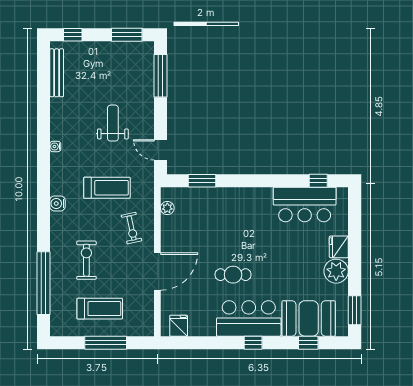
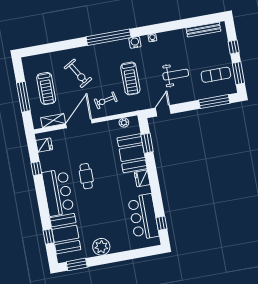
window: (73, 35) -> (234, 47), moved
exercise mat: (123, 67) -> (216, 75), added
water cooler: (57, 203) -> (135, 42), moved
booth: (212, 204) -> (132, 153), added
fridge: (339, 247) -> (142, 178), moved, turned -90
exercise bike: (86, 260) -> (78, 73), turned 59
door: (157, 271) -> (79, 124), swing flipped
window: (43, 283) -> (109, 37), moved
shelving: (147, 307) -> (53, 121), added
window: (253, 343) -> (36, 168), moved

